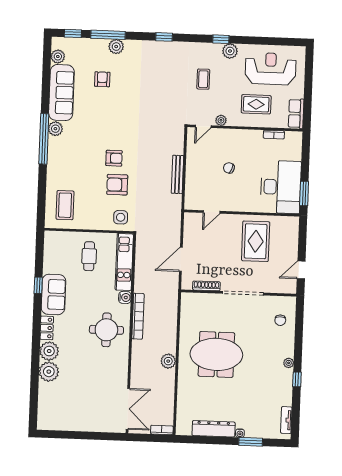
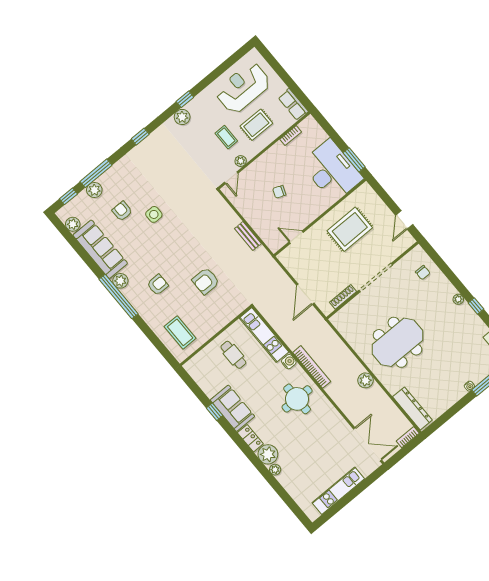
plant: (116, 47) -> (94, 190), moved
plant: (230, 51) -> (182, 117), moved
coffee table: (203, 79) -> (226, 137), moved
armchair: (114, 158) -> (158, 285), moved
bench: (177, 174) -> (248, 236), width x0.73
door: (212, 212) -> (296, 237), swing flipped
side table: (121, 217) -> (154, 214), moved
rug: (256, 241) -> (350, 229), turned 90
plant: (49, 372) -> (275, 470), width x0.53, depth x0.53
kitchen unit: (76, 423) -> (338, 491), added
dresser: (214, 429) -> (412, 408), moved, turned 90

